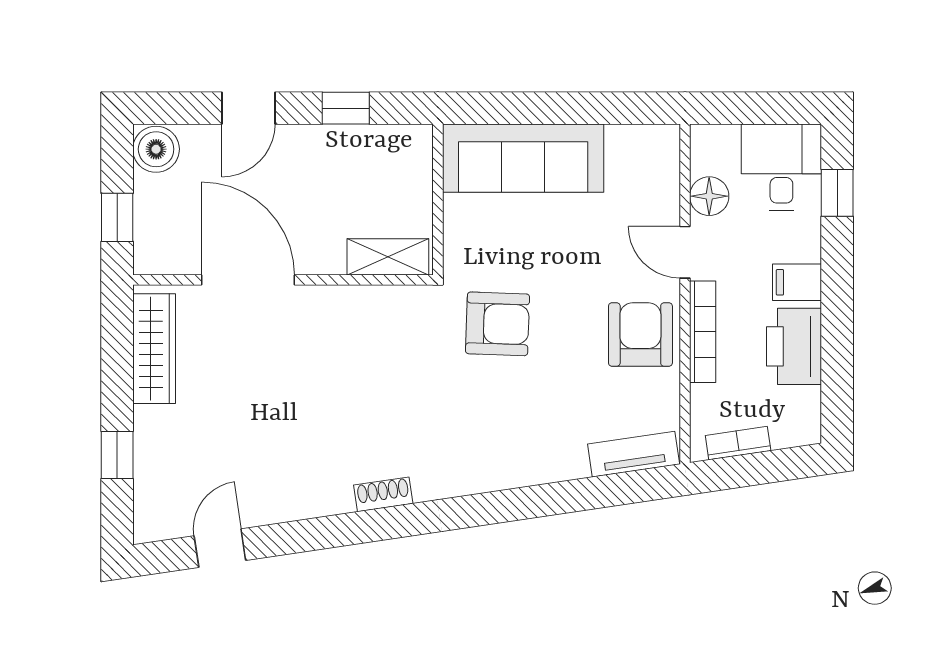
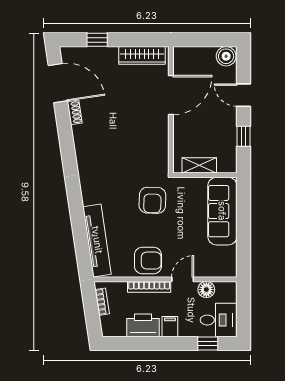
window: (117, 217) -> (197, 40), removed
shelving: (388, 257) -> (199, 165), moved, turned 90
tv unit: (634, 454) -> (97, 240), width x1.92, depth x1.29
shoe rack: (383, 494) -> (75, 112), moved
door: (220, 548) -> (58, 83), width x1.87

